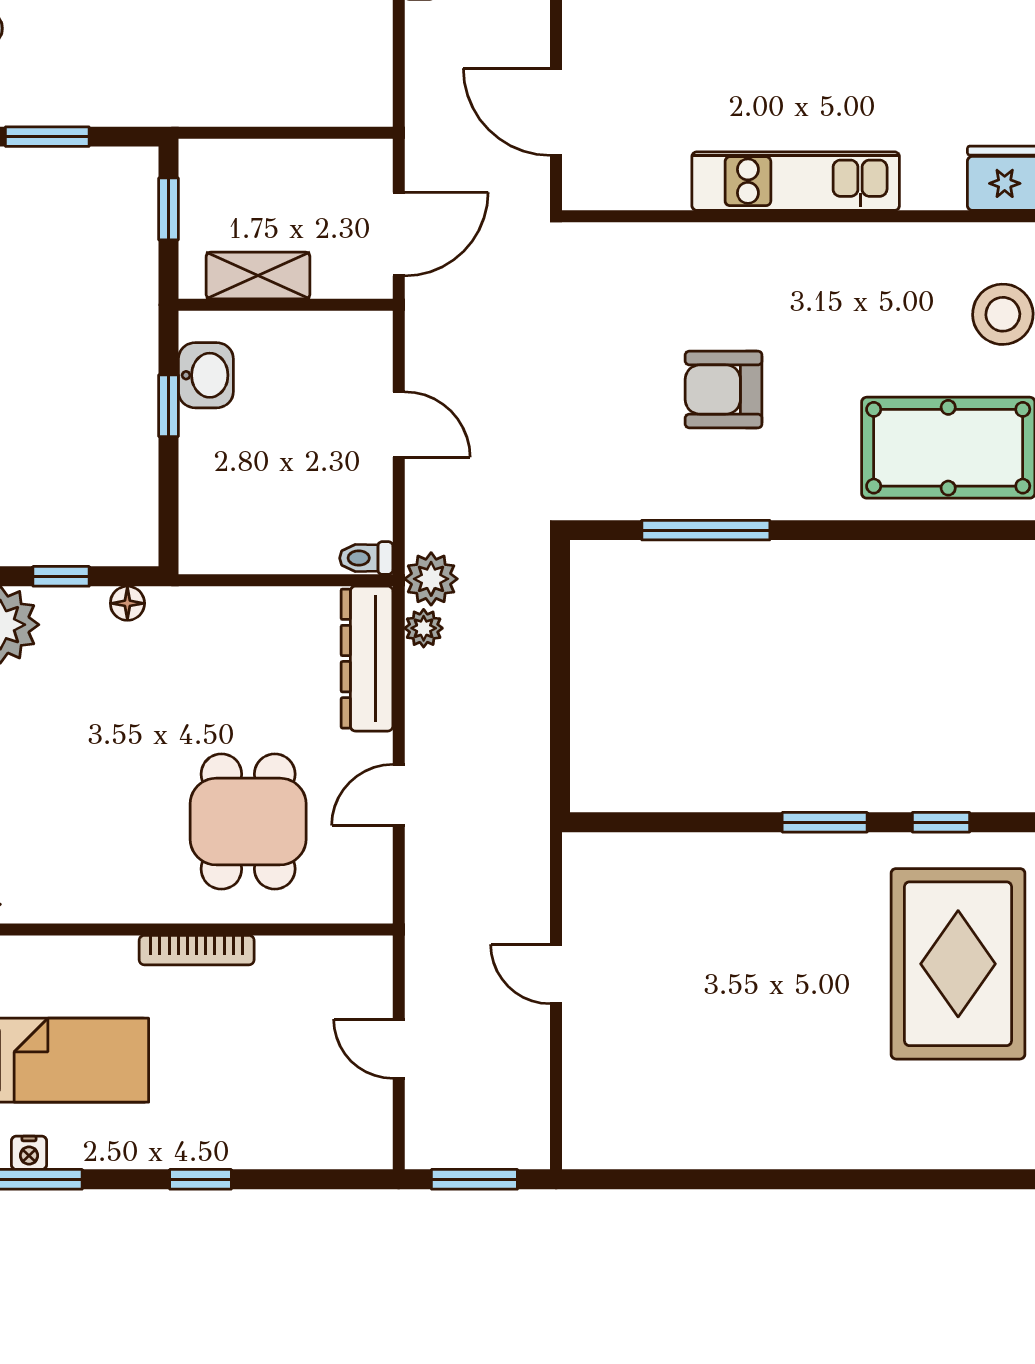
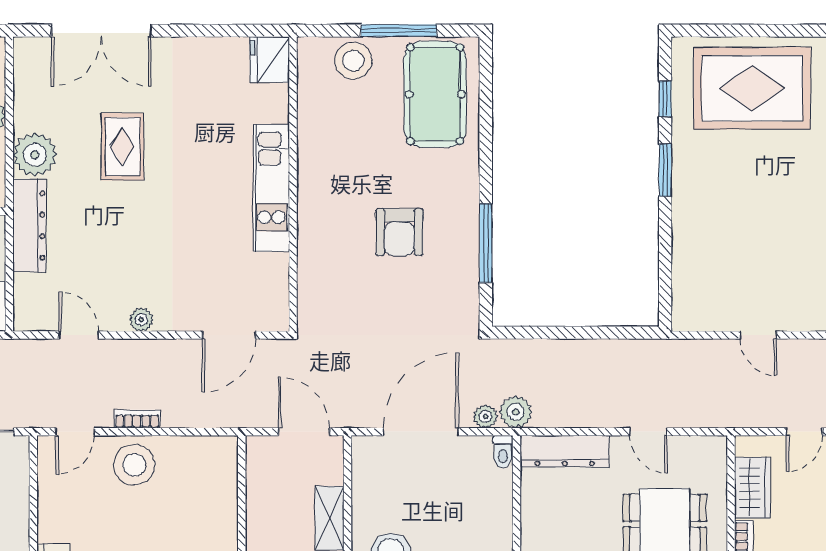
door: (399, 425) -> (421, 432), width x1.87
plant: (424, 628) -> (485, 416), moved
wardrobe: (308, 964) -> (752, 488), added
door: (556, 974) -> (758, 335), hinge flipped

